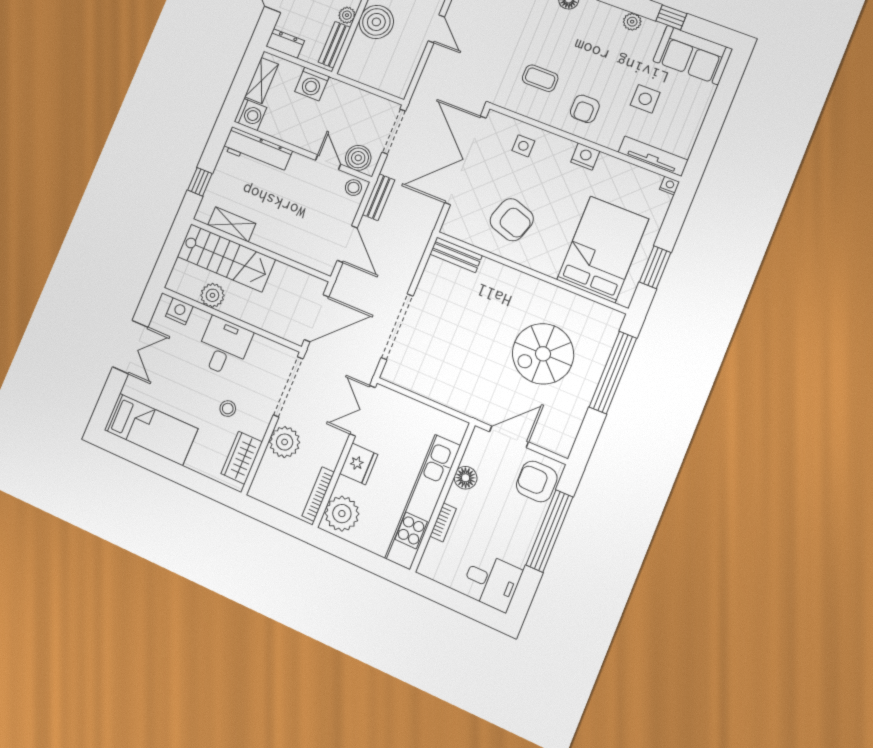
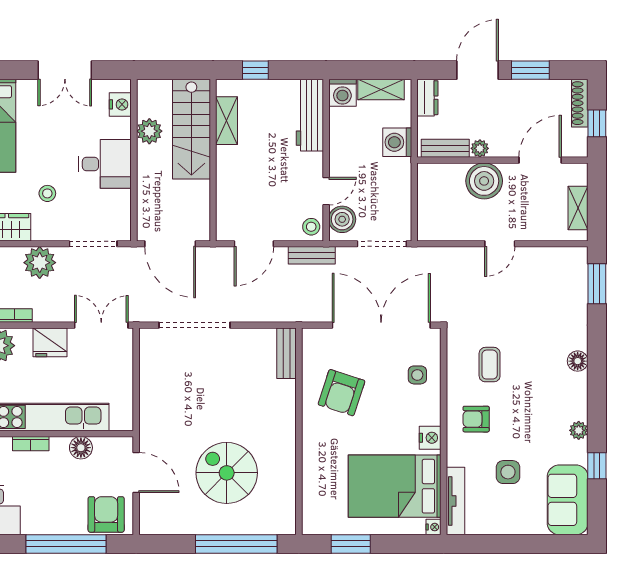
bed: (603, 249) -> (395, 486), moved, turned 180
doorway: (288, 387) -> (93, 244), width x0.73

